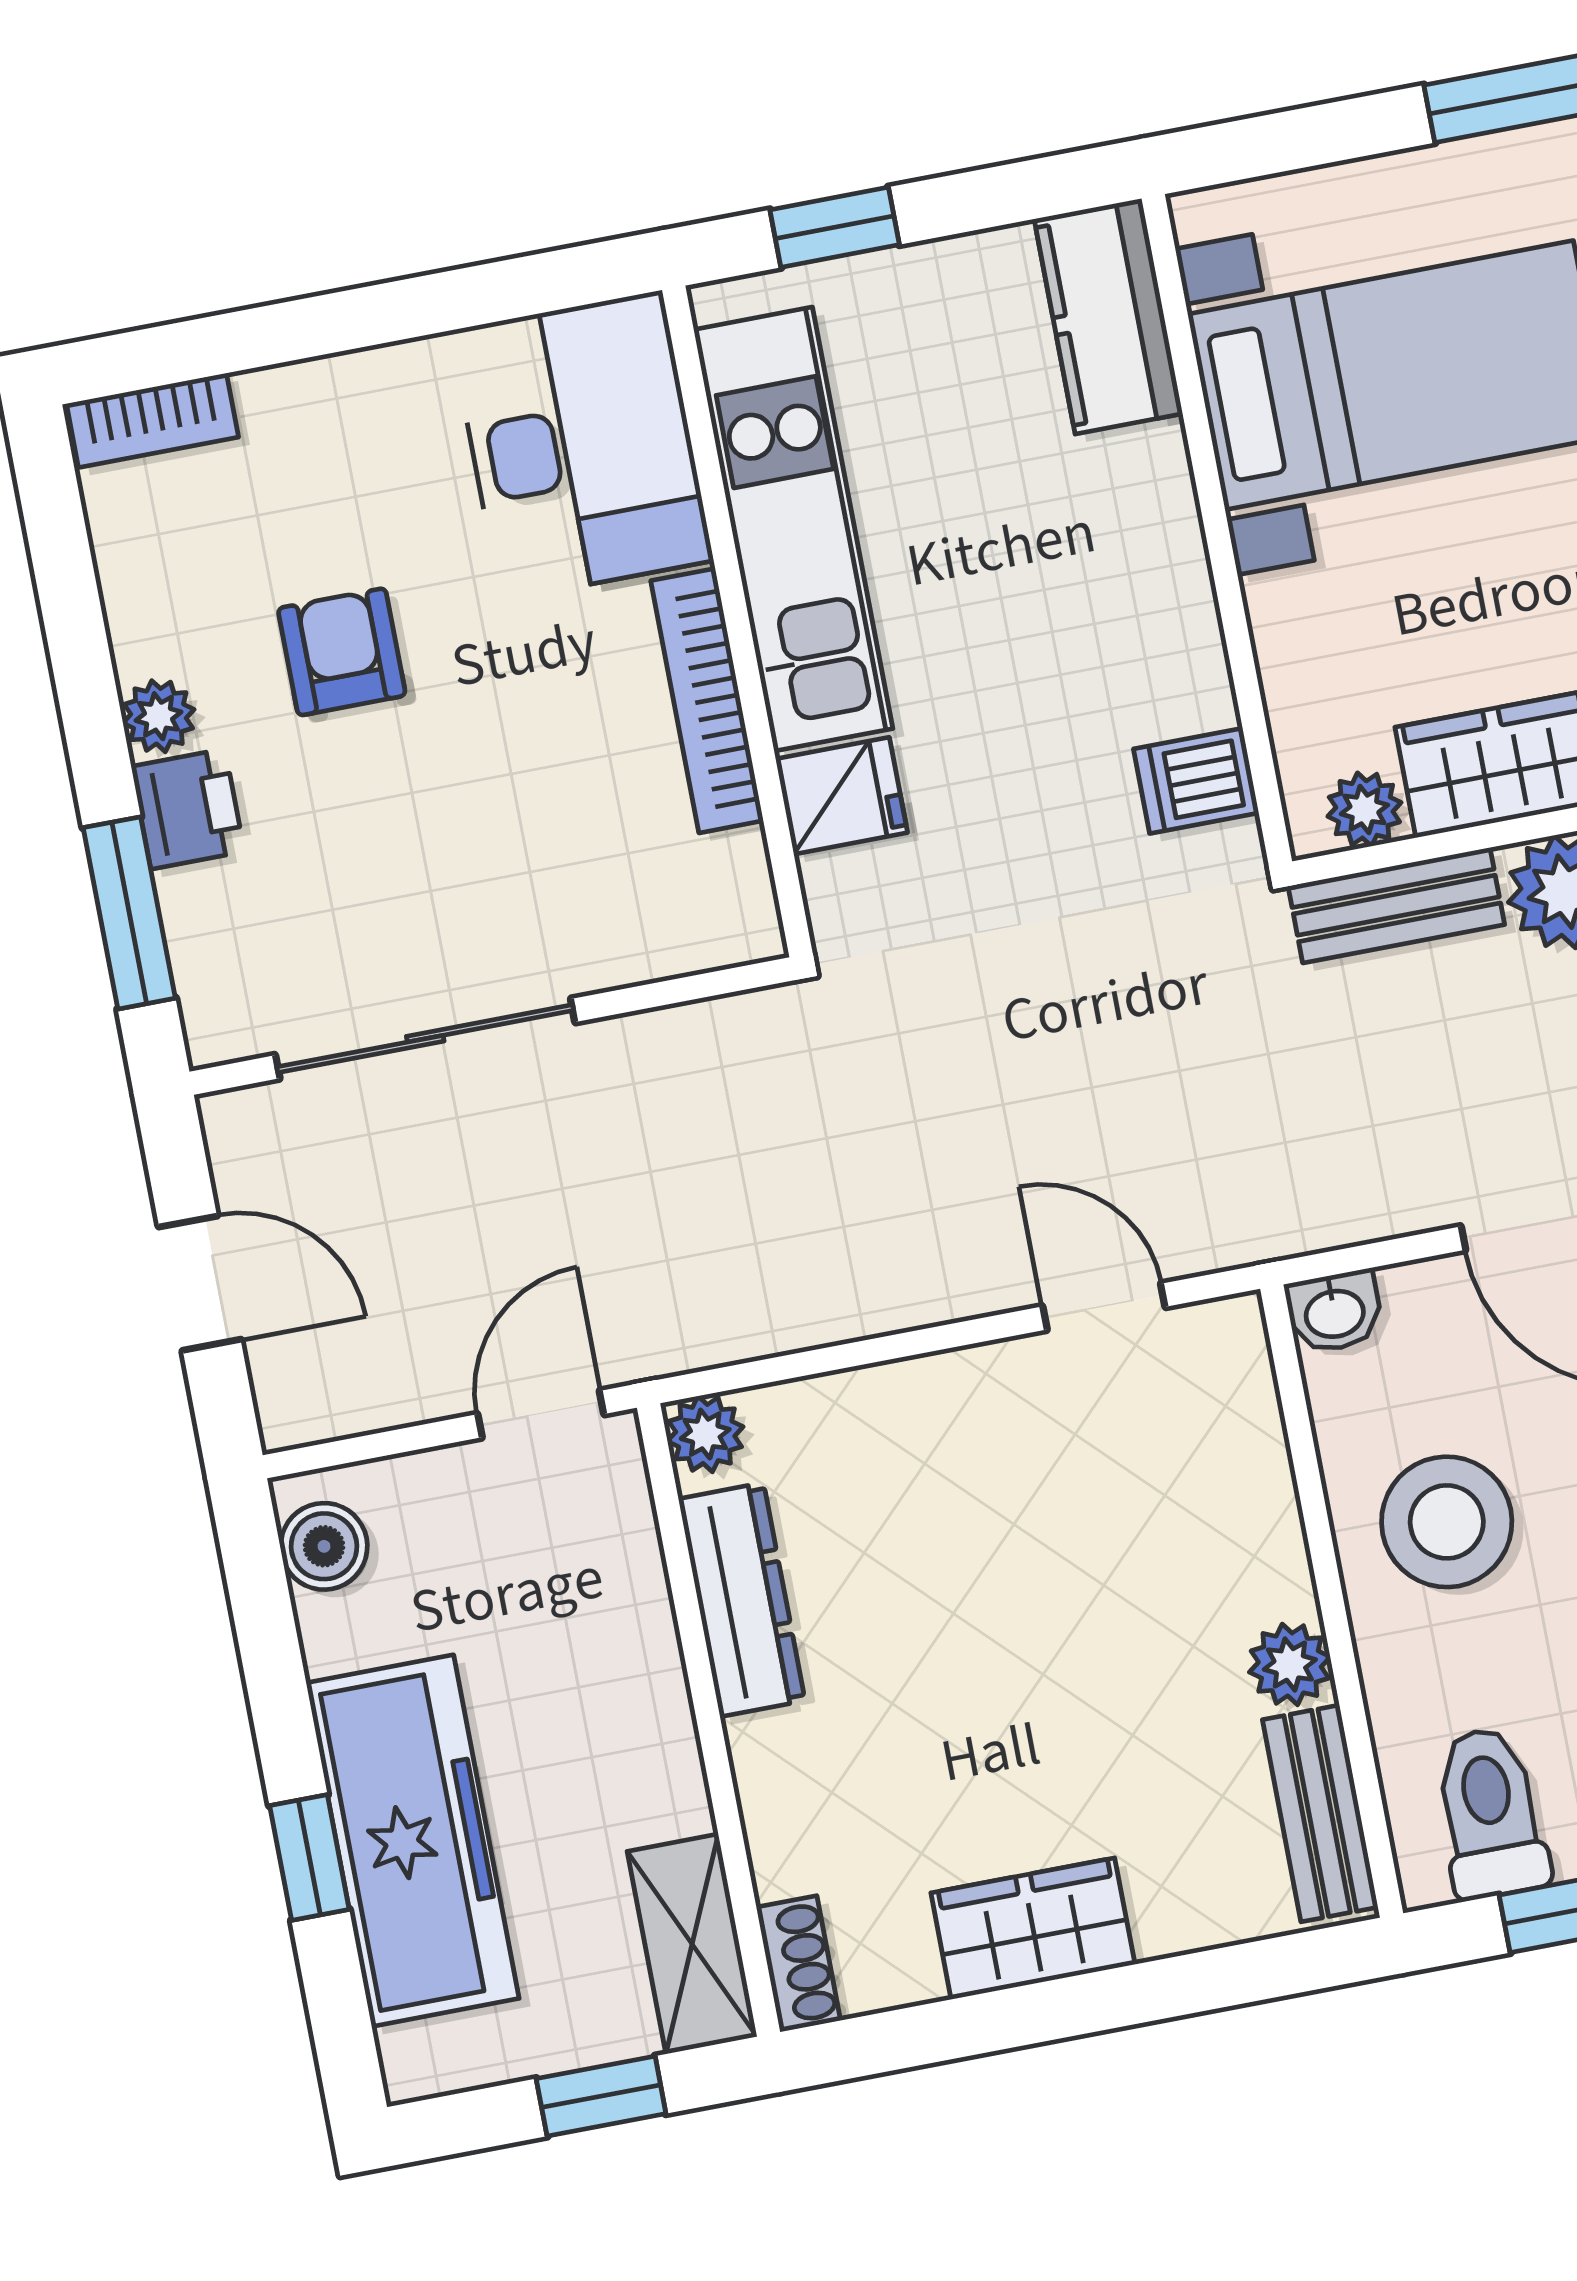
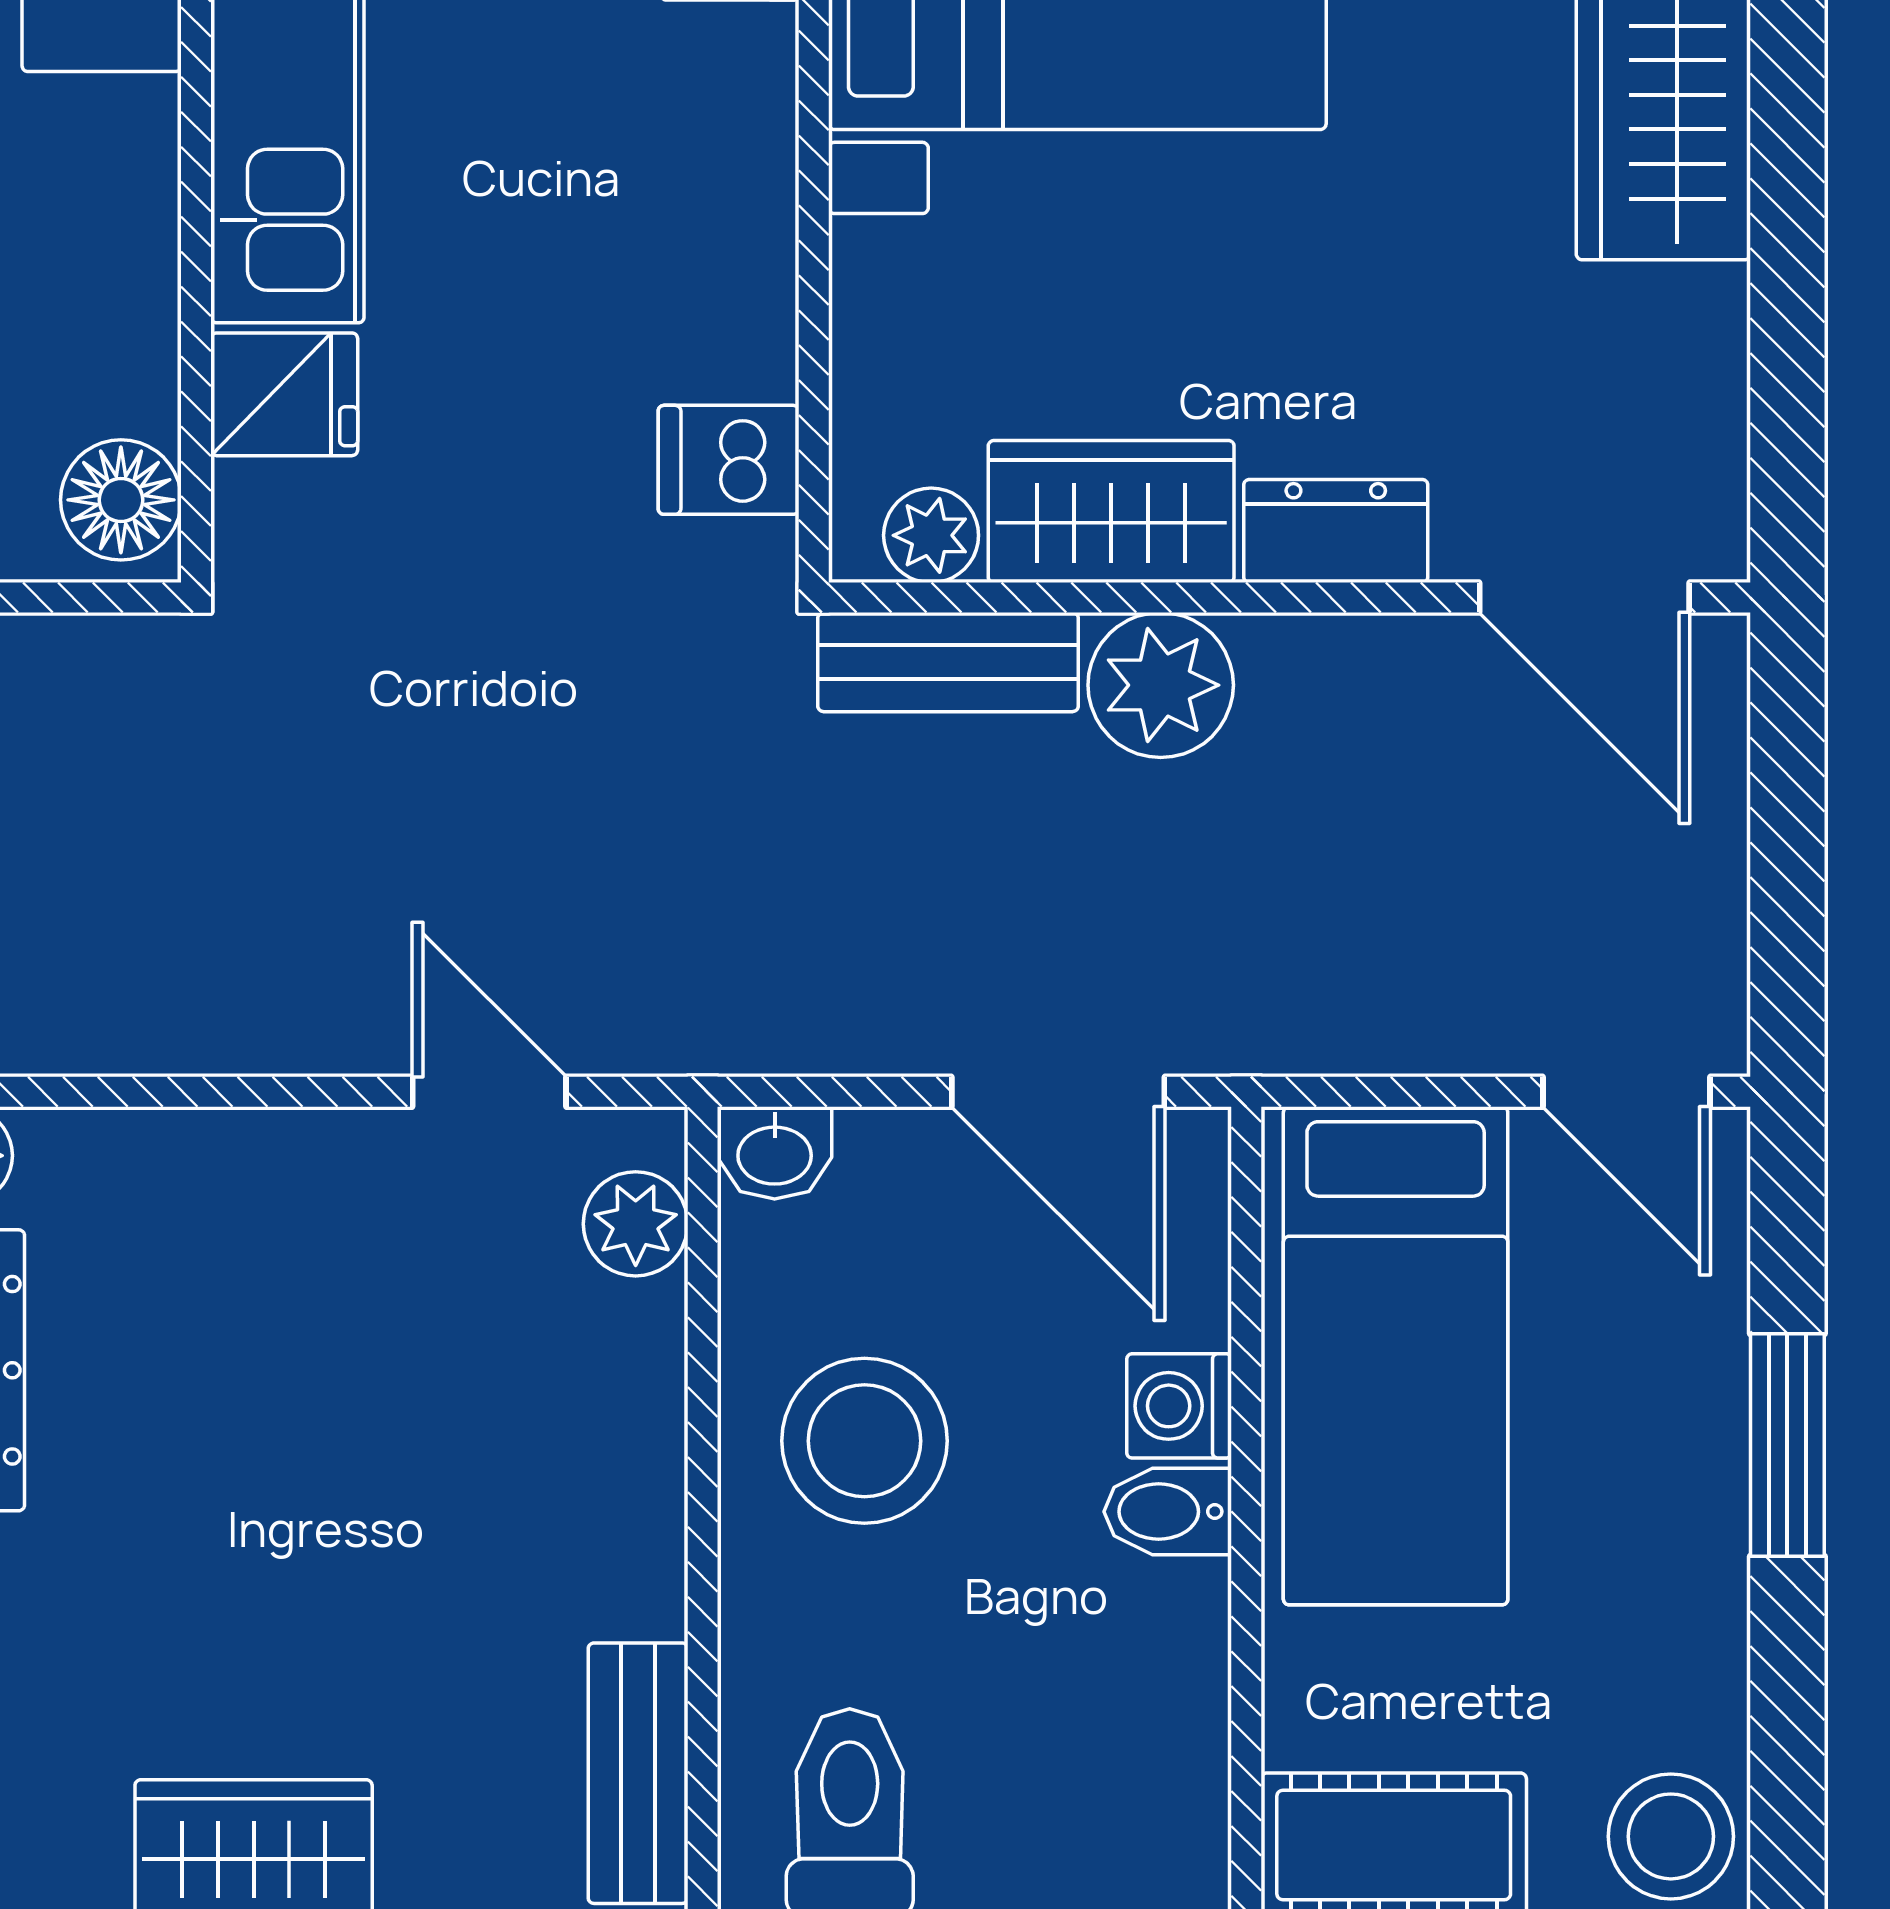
bookcase: (707, 701) -> (140, 244), removed
floor lamp: (731, 902) -> (121, 500), added
plant: (1290, 1664) -> (636, 1224), moved

